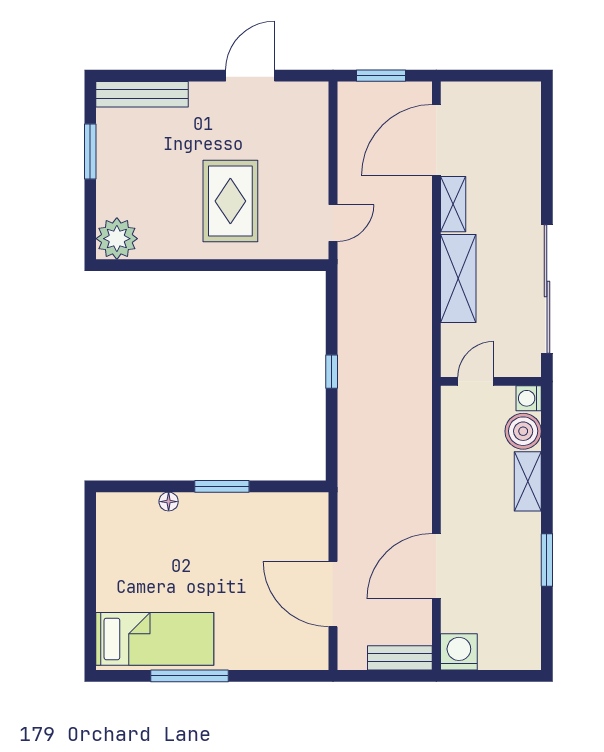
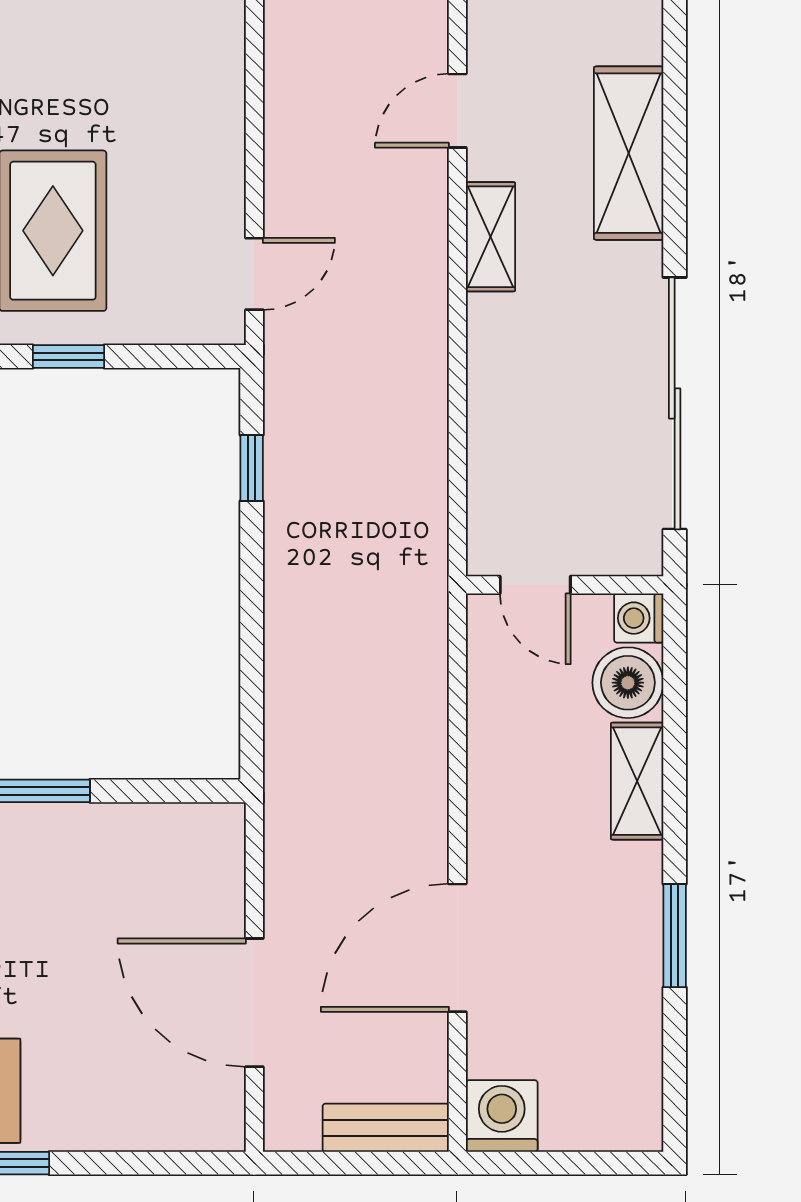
door: (436, 140) -> (457, 111), width x0.53
window: (238, 265) -> (69, 356), added
shelving: (458, 278) -> (629, 153), moved
window: (332, 372) -> (252, 468), moved
door: (476, 381) -> (535, 585), swing flipped

